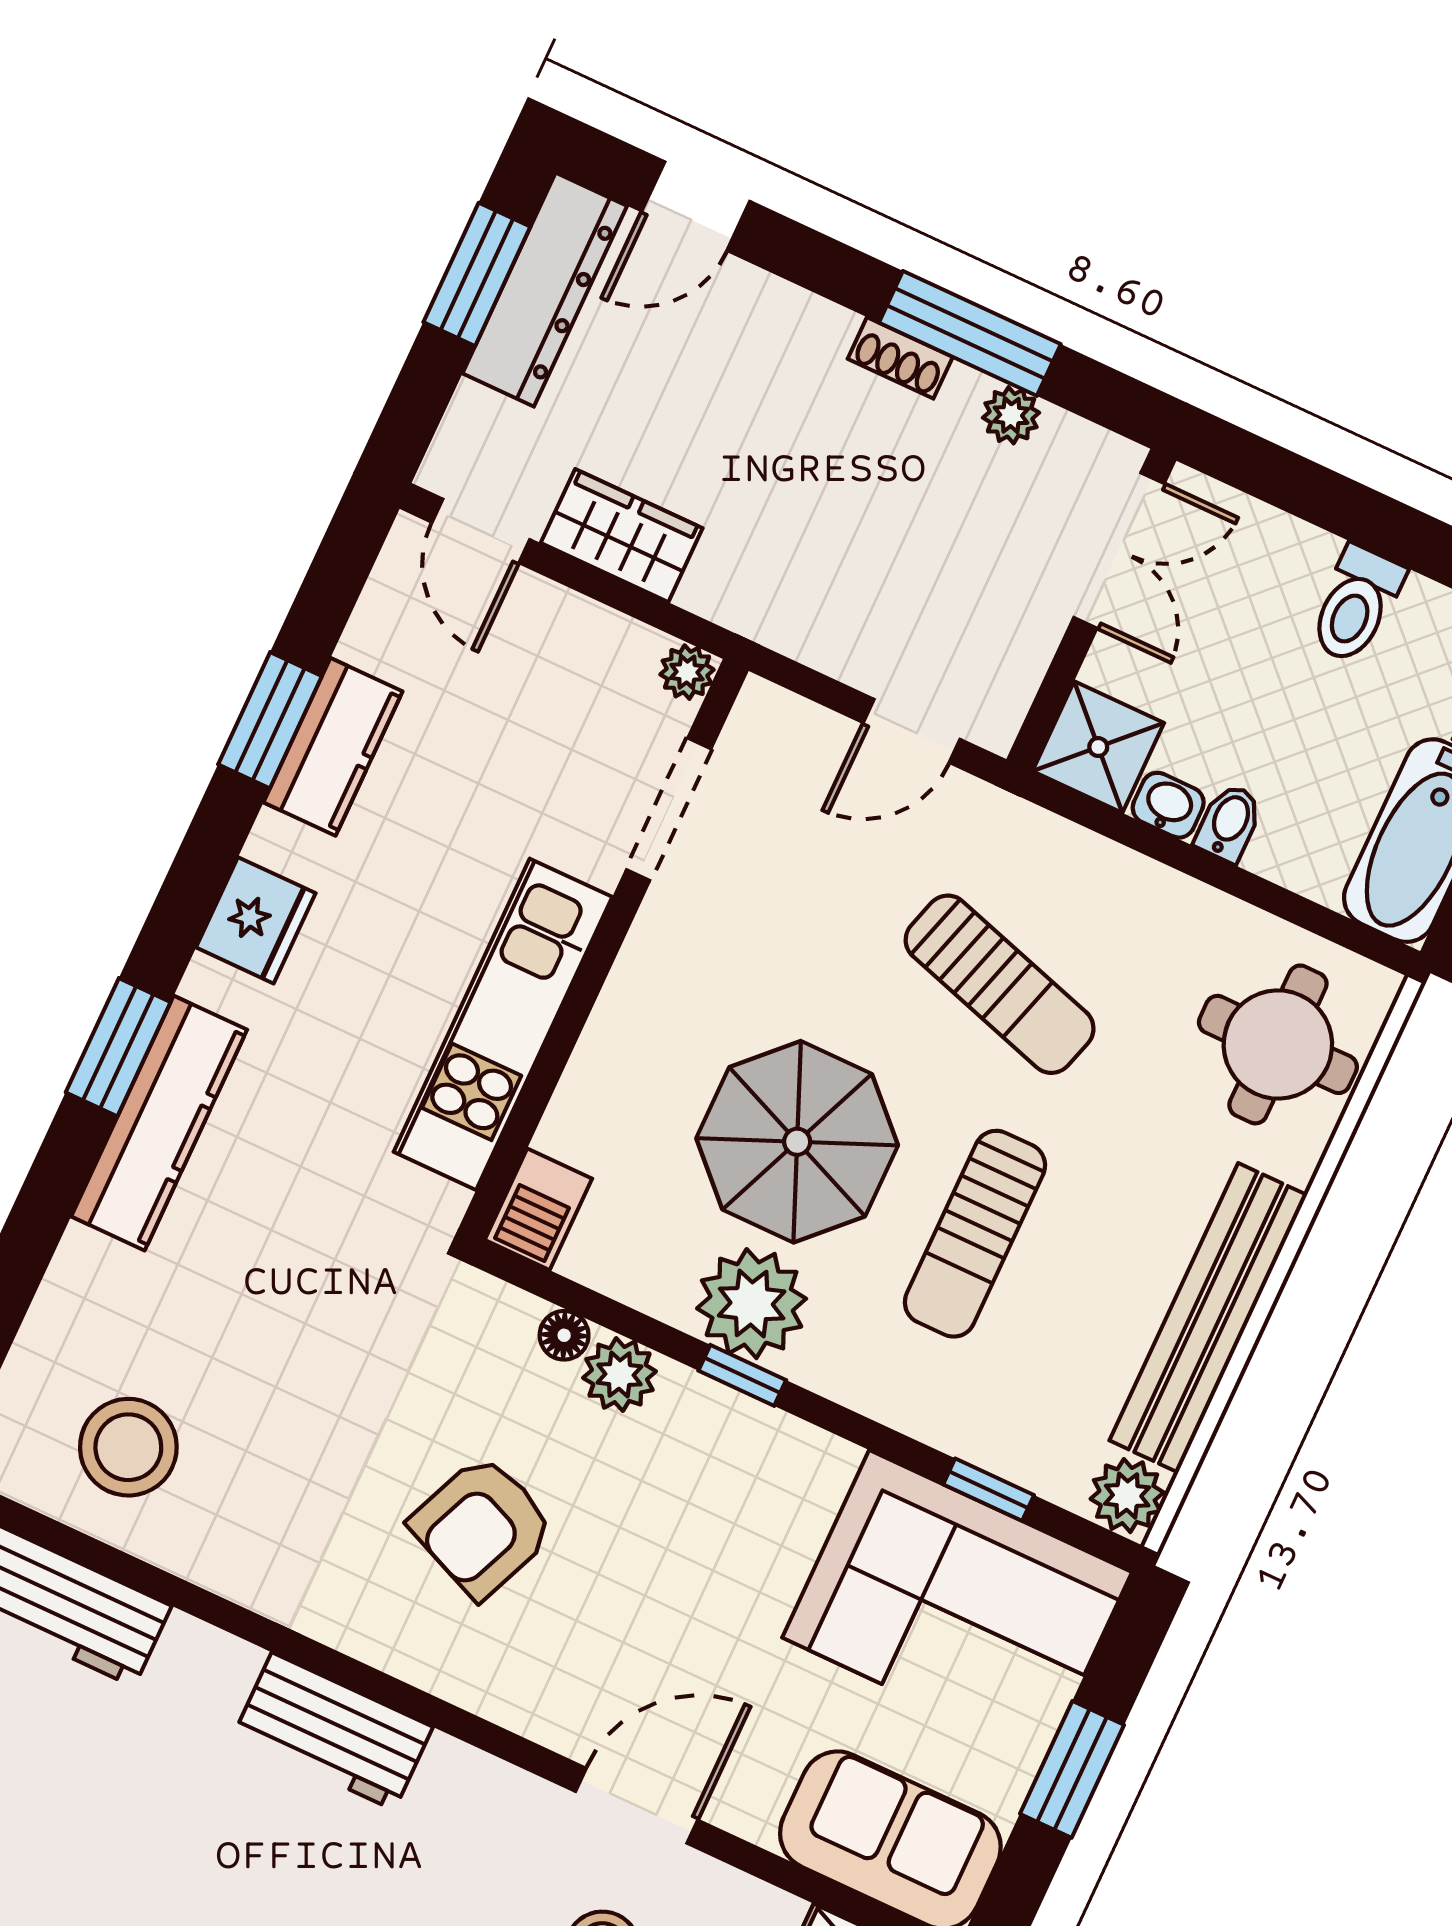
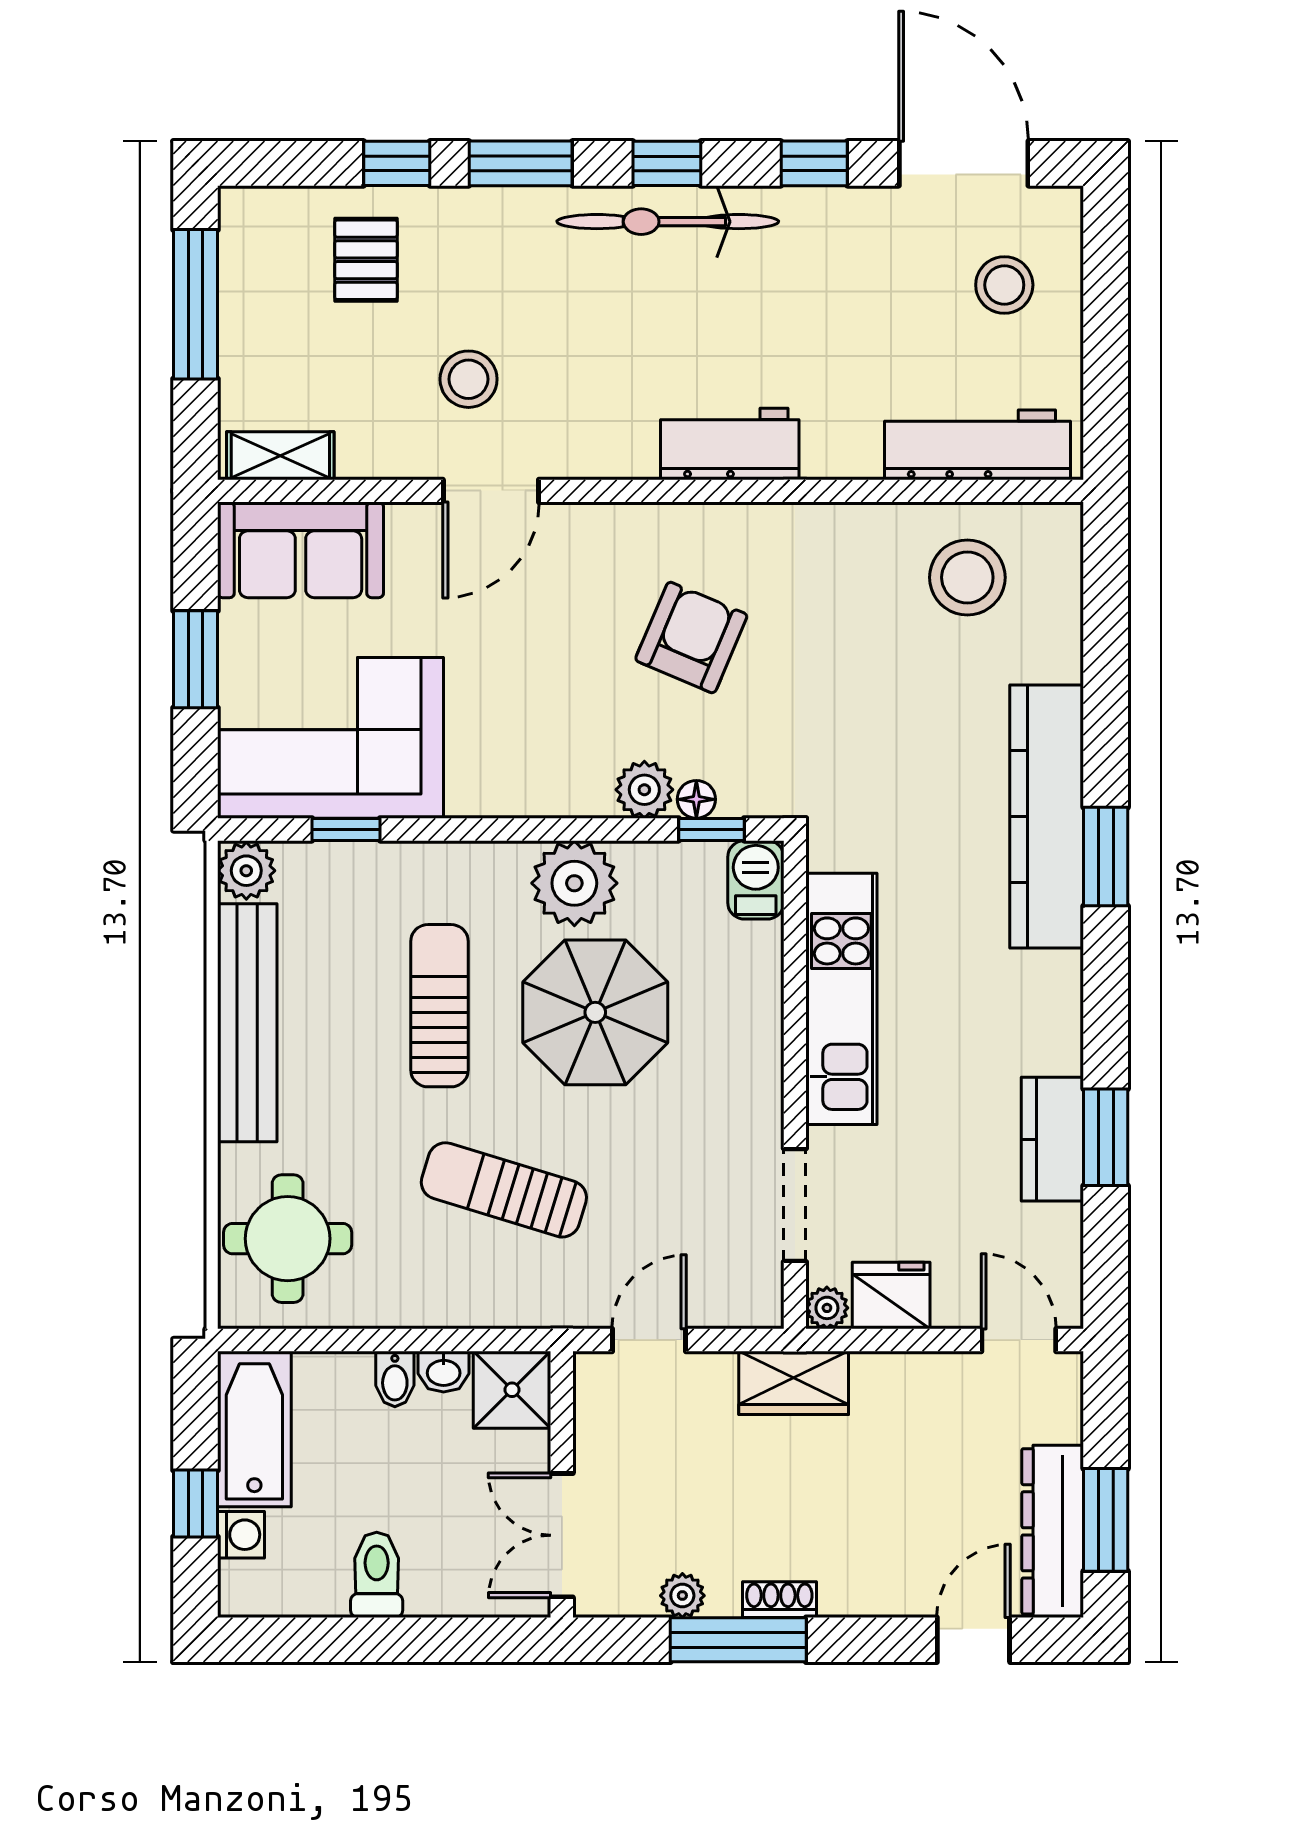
wardrobe: (622, 536) -> (794, 1383), moved
fridge: (256, 920) -> (891, 1296), moved, turned 90
kitchen counter: (159, 1123) -> (1047, 816), width x1.39, depth x1.17
window: (742, 1375) -> (711, 829), moved

